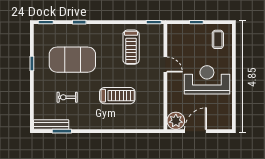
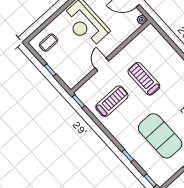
treadmill: (117, 96) -> (144, 79), moved
plant: (176, 121) -> (142, 20), width x0.53, depth x0.53

